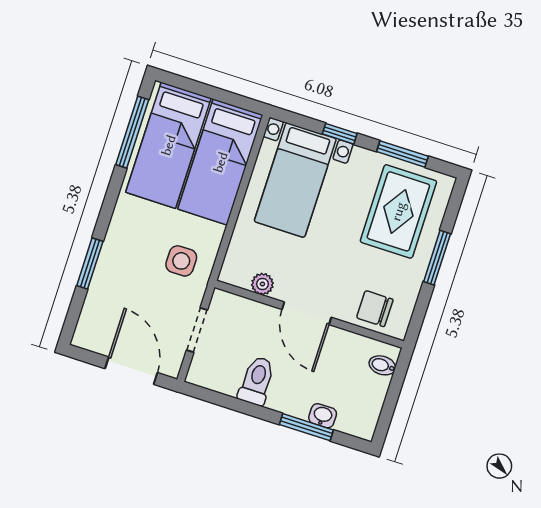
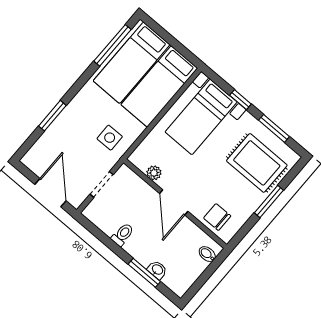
rug: (398, 211) -> (257, 163), turned 90
toilet: (257, 381) -> (123, 235), width x0.73, depth x0.72

